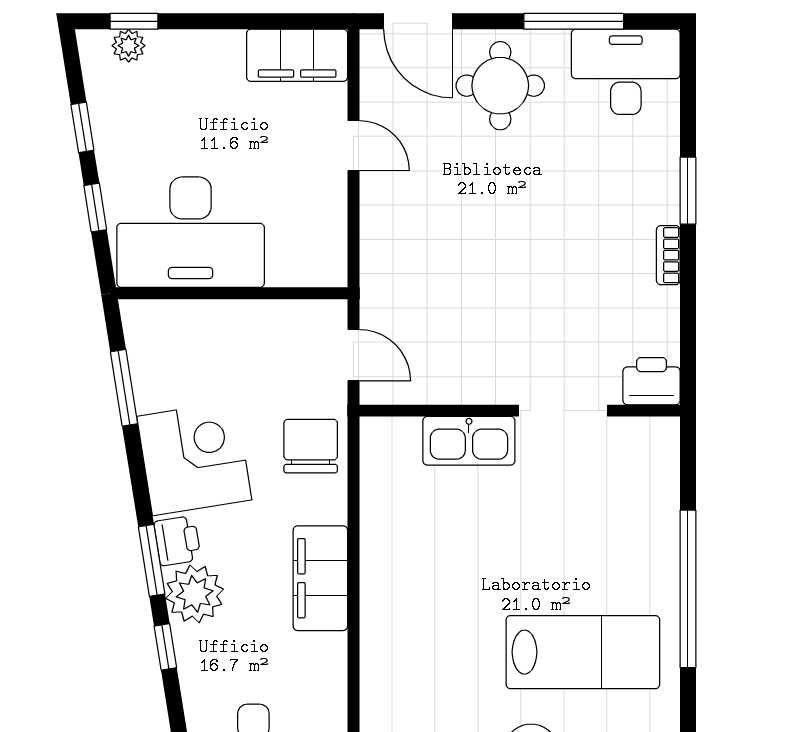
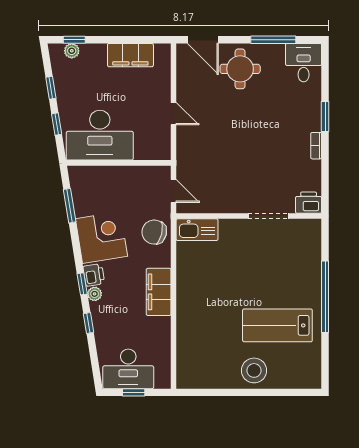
filing cabinet: (297, 55) -> (130, 55), moved
desk: (626, 72) -> (304, 63), width x0.73
door: (353, 146) -> (174, 114), moved
kitchen sink: (469, 441) -> (197, 230), moved
chair: (311, 446) -> (154, 232), turned -77
window: (152, 560) -> (82, 284), width x0.67
plant: (195, 594) -> (95, 294), width x0.53, depth x0.53
lab bench: (583, 652) -> (277, 325), turned 180

